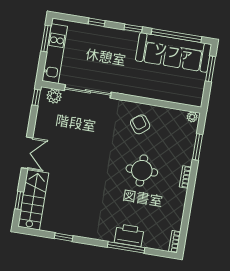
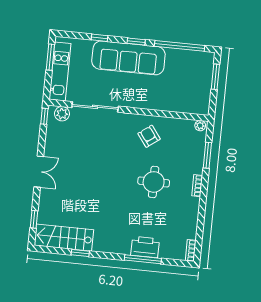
sofa: (174, 52) -> (128, 58), moved
stairs: (33, 200) -> (64, 238), moved, turned -90

